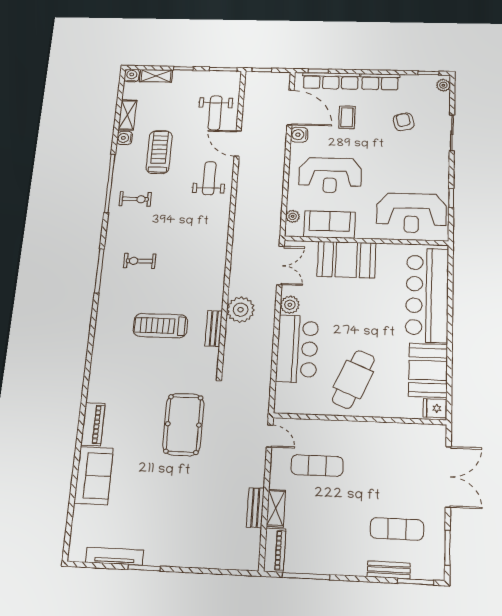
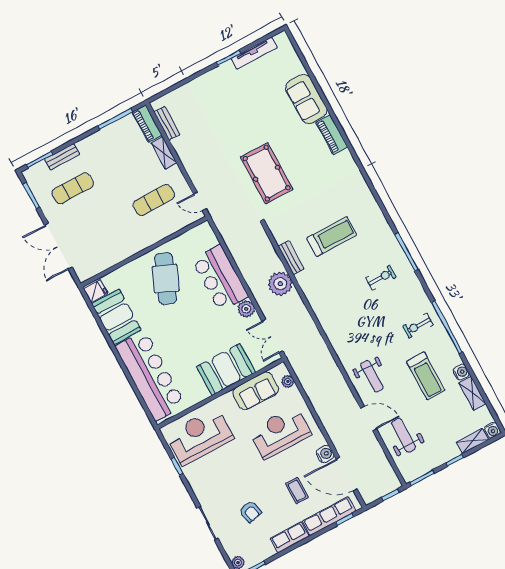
bench: (255, 508) -> (167, 123), moved

